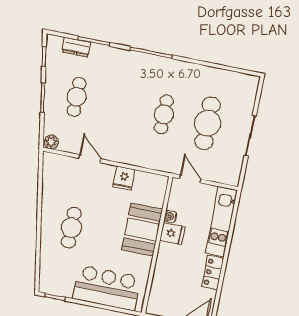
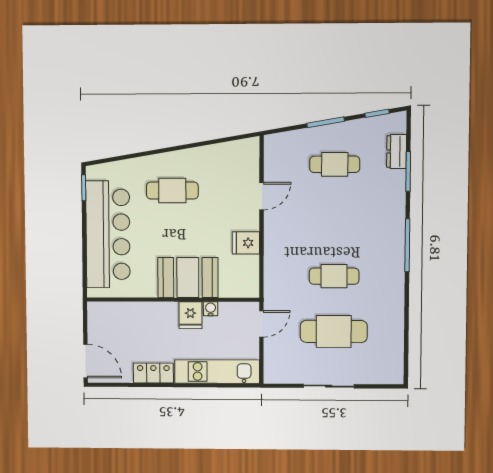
plant: (51, 142) -> (272, 144), removed
bar counter: (107, 288) -> (108, 234), width x1.36

